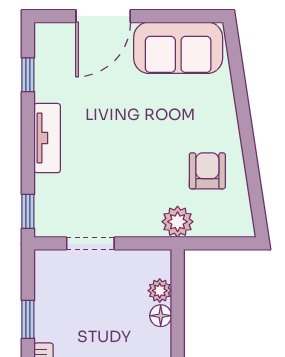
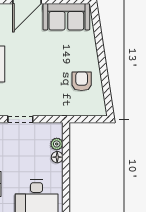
plant: (178, 222) -> (66, 108), removed

